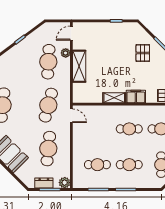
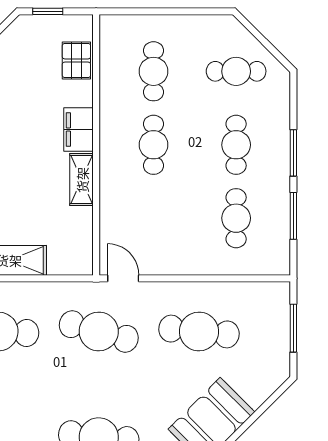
door: (71, 116) -> (123, 278), hinge flipped
dresser: (44, 183) -> (279, 342), removed
plant: (65, 183) -> (277, 294), removed

